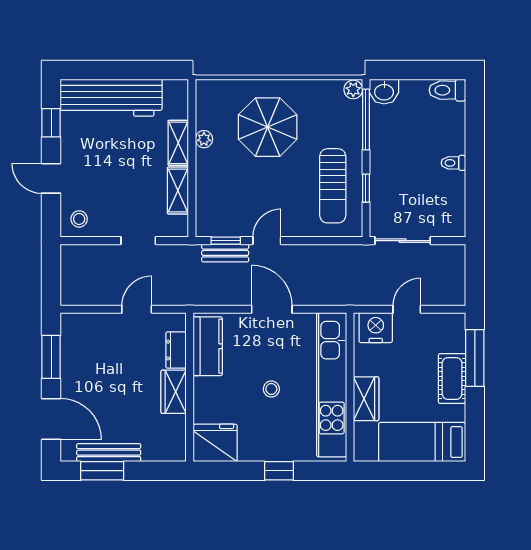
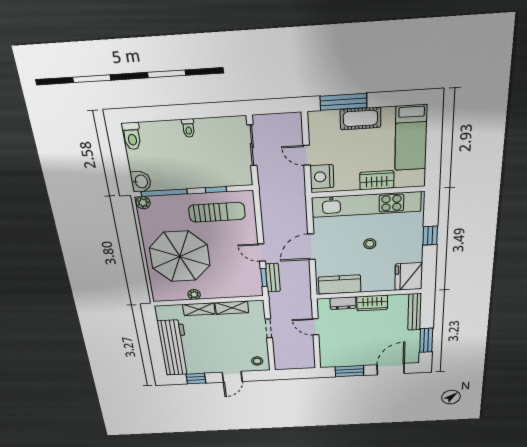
parasol: (268, 127) -> (180, 257), width x1.36, depth x1.36
sliding door: (403, 241) -> (252, 145), moved
bench: (109, 453) -> (415, 312), moved

